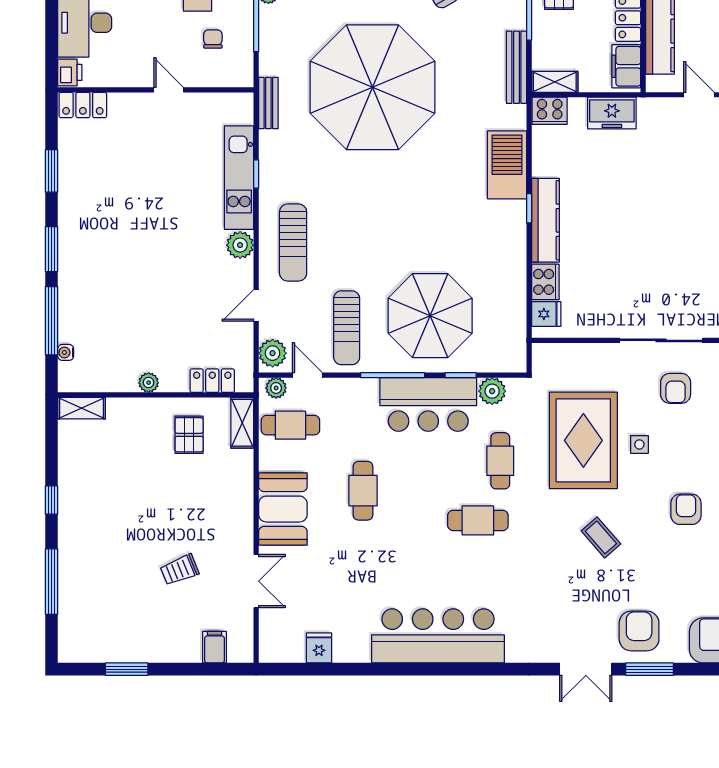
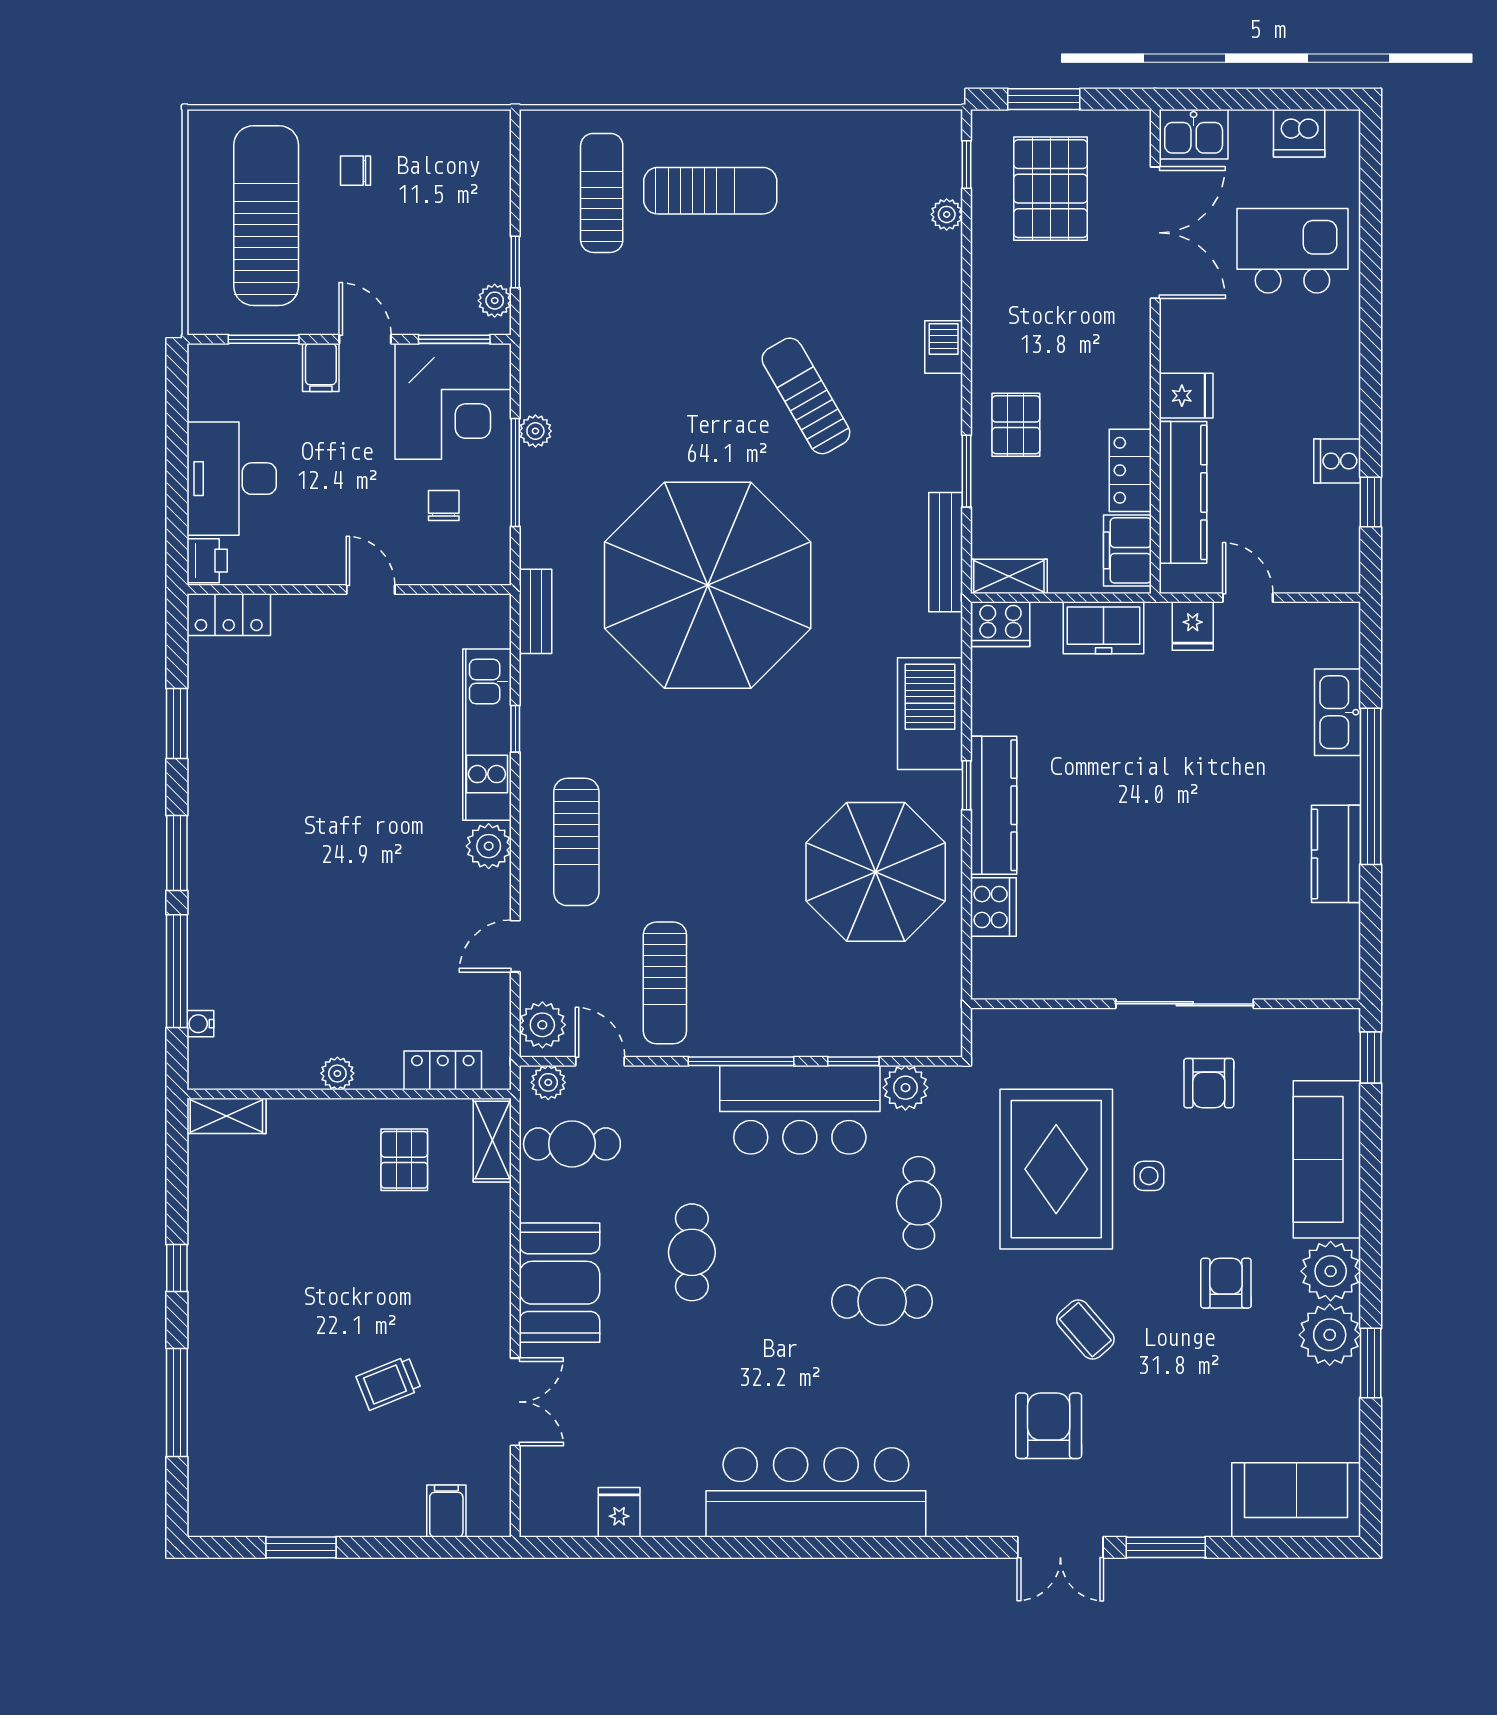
fridge: (546, 314) -> (1193, 626), moved, turned 90
parasol: (430, 316) -> (876, 872), moved
armchair: (639, 631) -> (1049, 1426), moved

